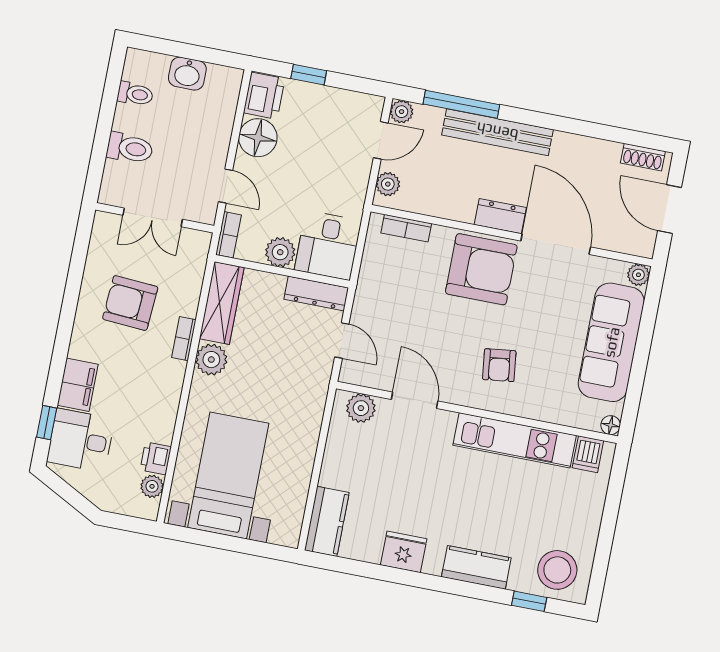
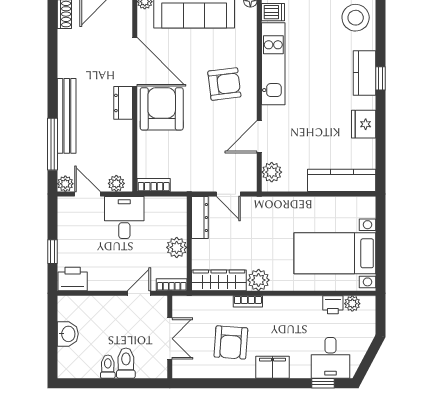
toilet: (135, 94) -> (108, 367), moved
floor lamp: (258, 138) -> (102, 278), removed
bookcase: (406, 228) -> (154, 185), moved, turned -90
door: (556, 244) -> (135, 62), swing flipped
desk: (328, 245) -> (124, 218), moved, turned -90
door: (342, 340) -> (228, 194), swing flipped
armchair: (499, 365) -> (224, 84), width x1.38, depth x1.38
filing cabinet: (78, 385) -> (272, 367), moved
kitchen counter: (327, 521) -> (342, 180), width x1.50
window: (529, 601) -> (381, 78), moved

